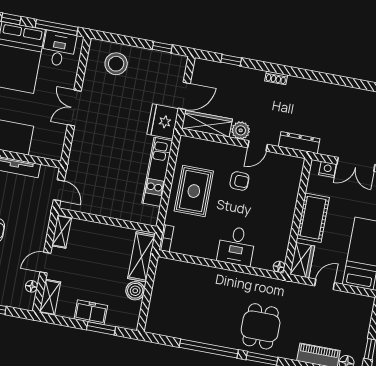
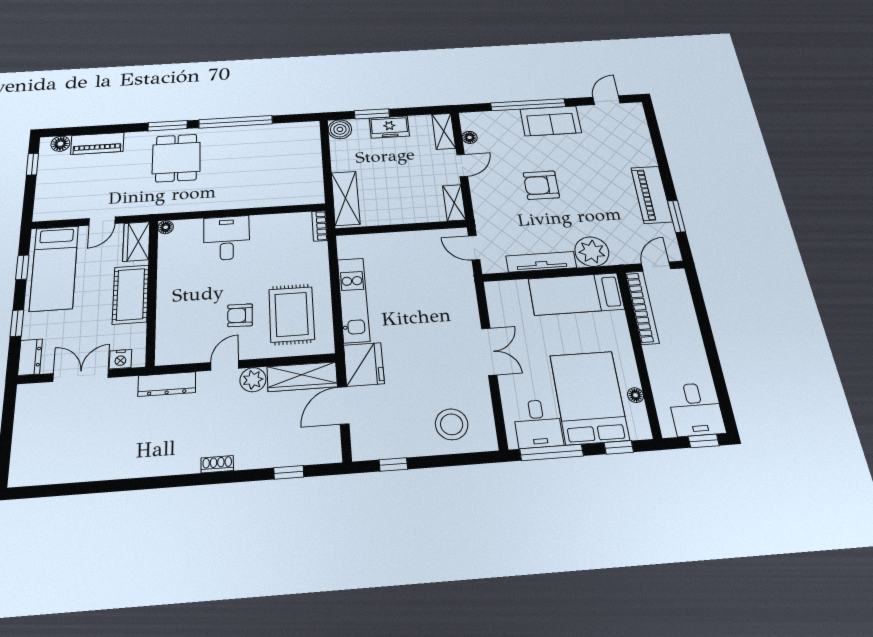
rug: (194, 191) -> (291, 314), moved
boiler: (135, 291) -> (340, 129), moved

